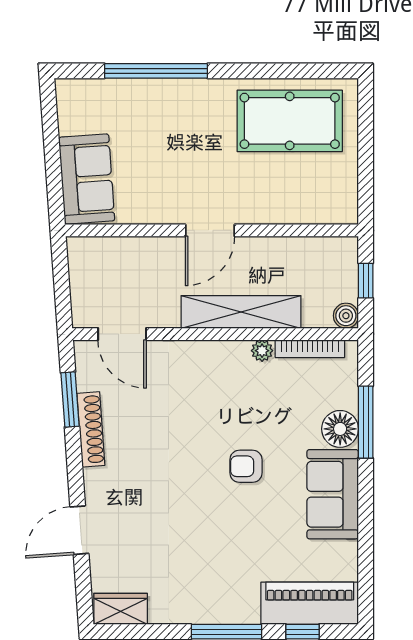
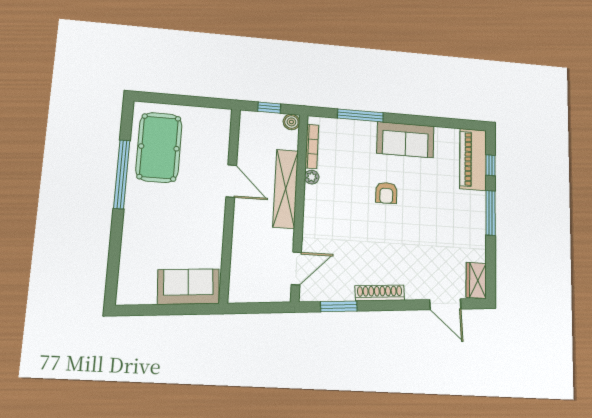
window: (156, 71) -> (122, 174), moved
door: (210, 230) -> (231, 181), moved
shoe rack: (91, 429) -> (380, 293), moved
floor lamp: (340, 429) -> (364, 132), removed
door: (79, 530) -> (445, 304), moved

